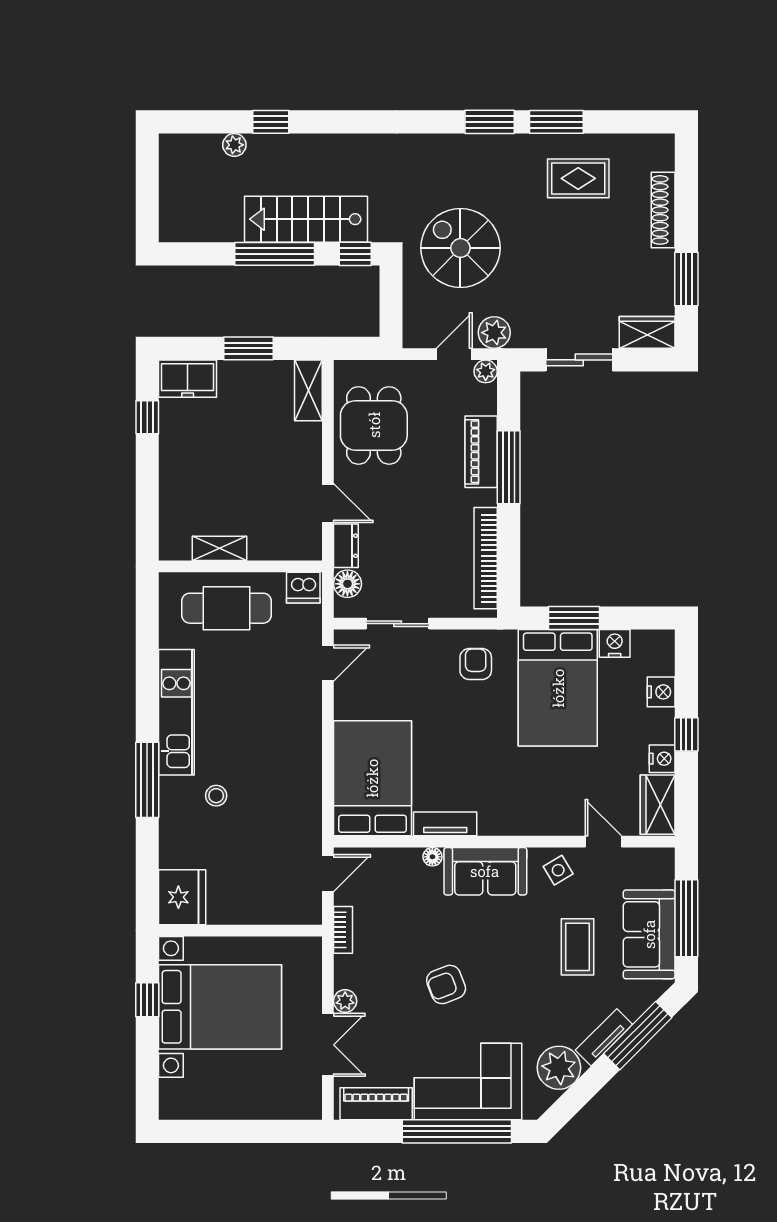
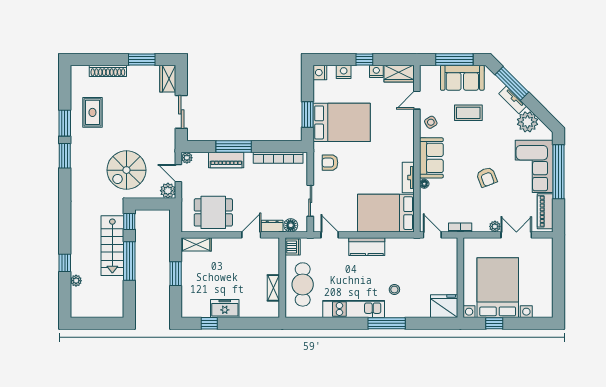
plant: (494, 333) -> (168, 191), moved
freezer: (188, 379) -> (225, 308), moved, turned -90
nightstand: (615, 643) -> (320, 73), moved
kitchen counter: (304, 739) -> (367, 247), added

